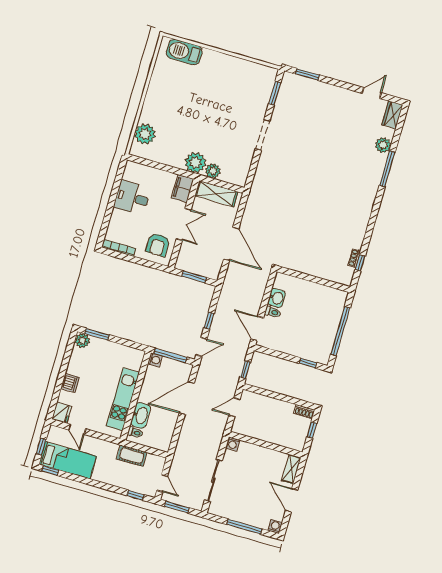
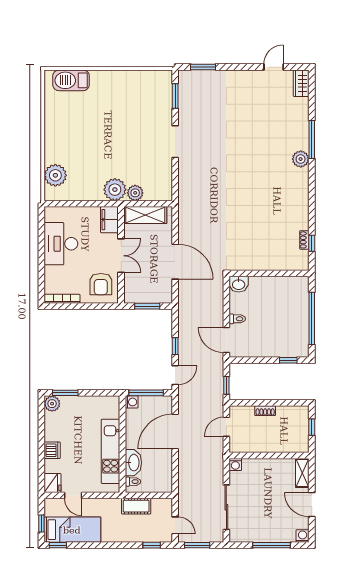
plant: (383, 145) -> (301, 159), moved
desk: (132, 198) -> (61, 244), width x1.37
washbasin: (277, 298) -> (239, 284), moved, turned 90
shoe rack: (304, 412) -> (265, 411), moved

